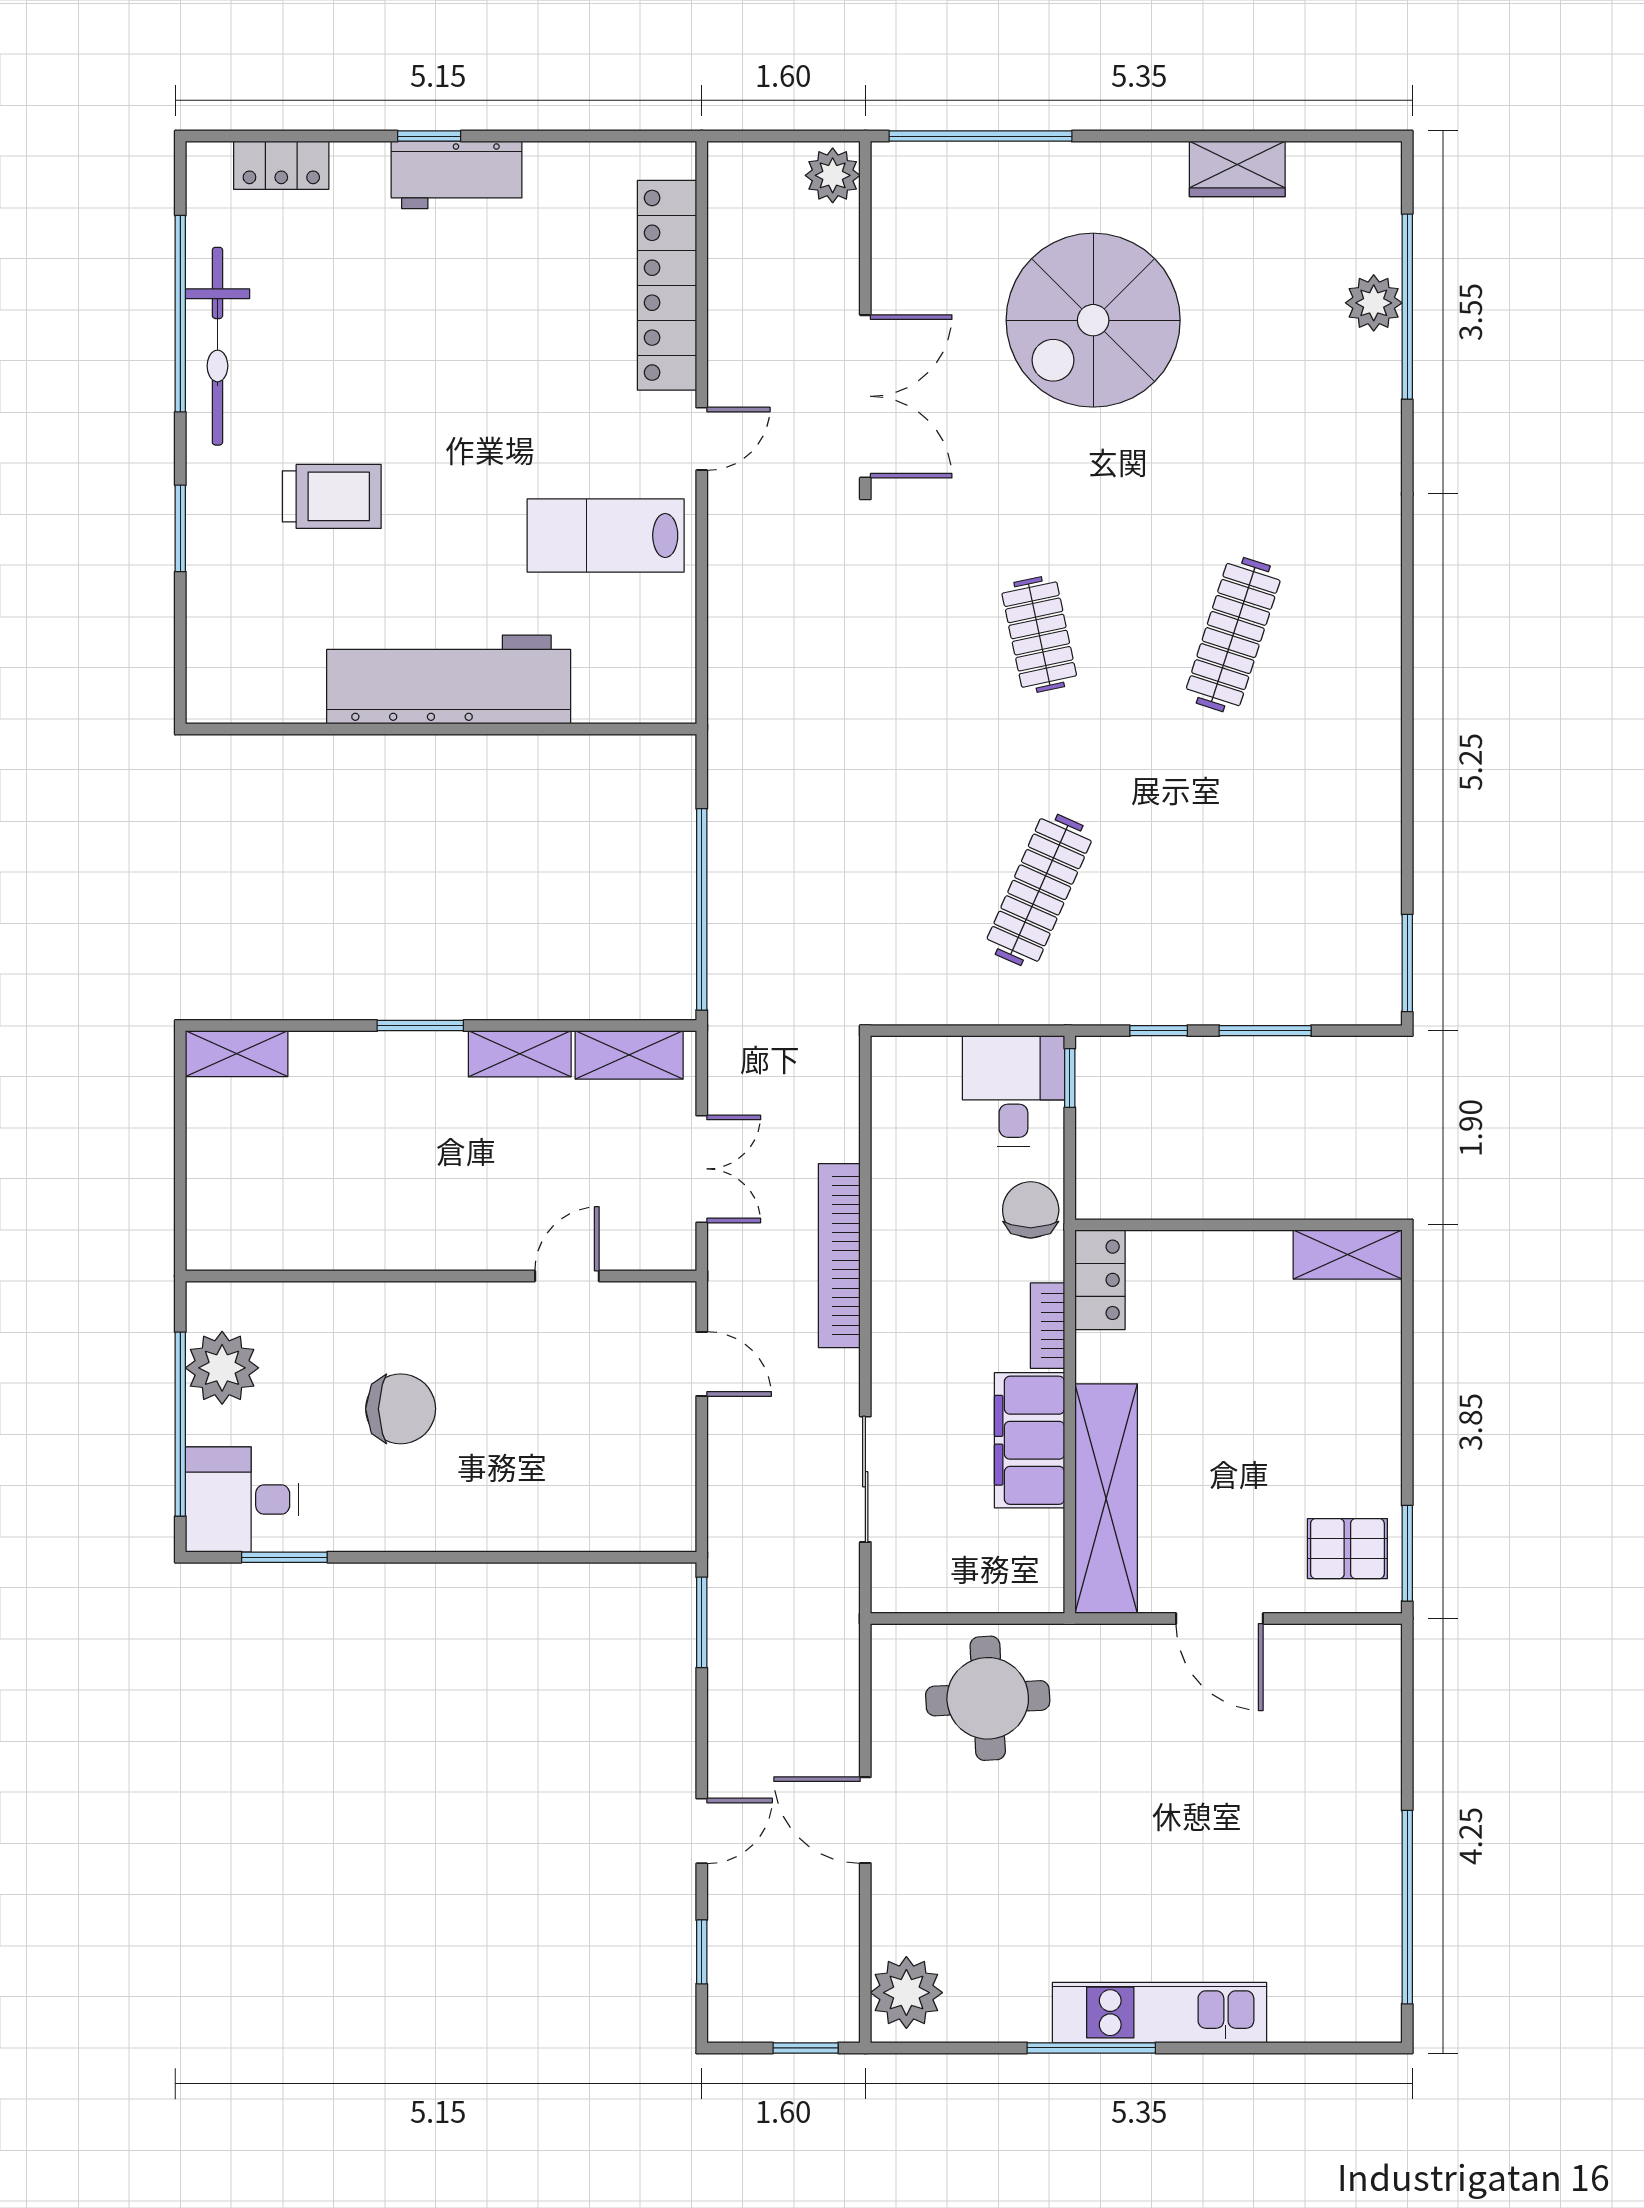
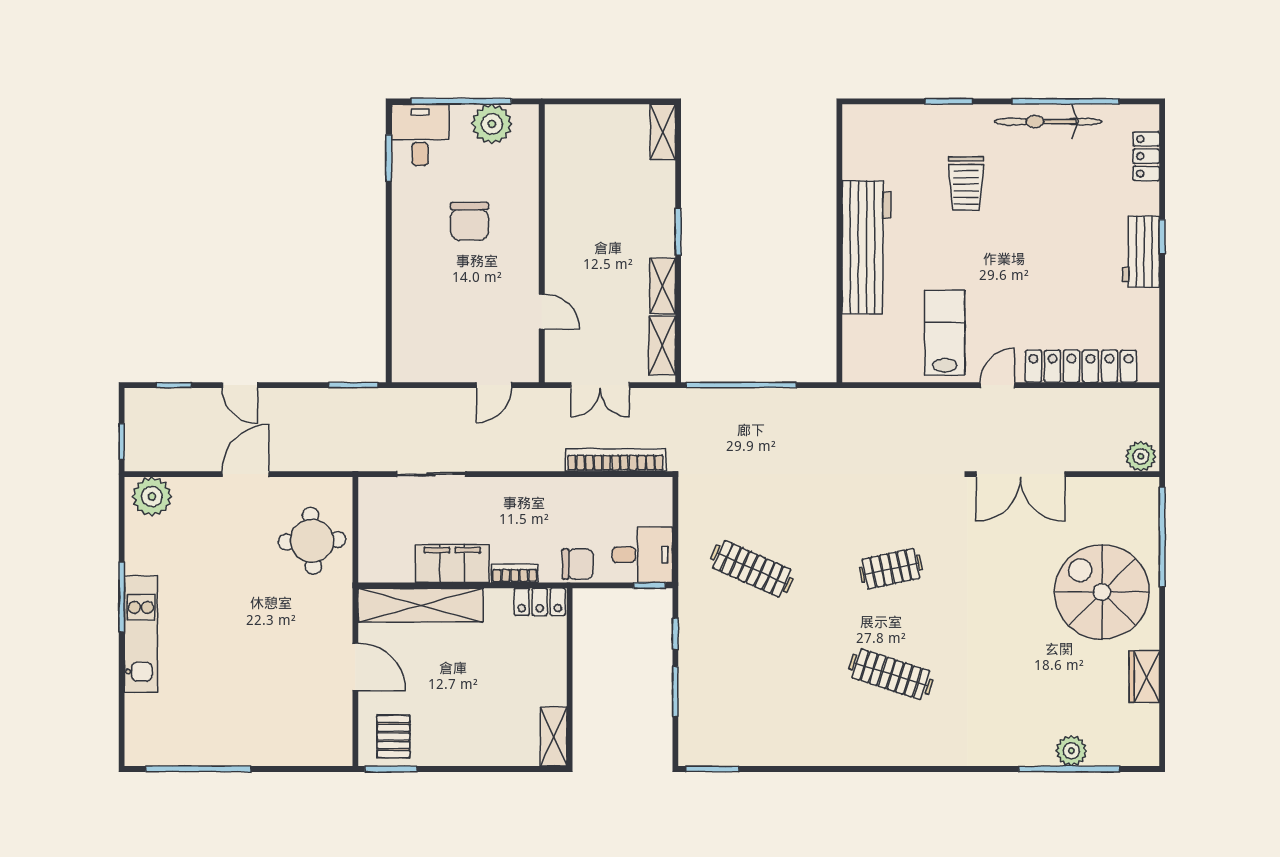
spiral stairs: (1093, 320) -> (1102, 592), moved
door: (702, 439) -> (997, 385), swing flipped
bookcase: (839, 1256) -> (615, 460), moved
door: (1220, 1619) -> (355, 667), swing flipped

